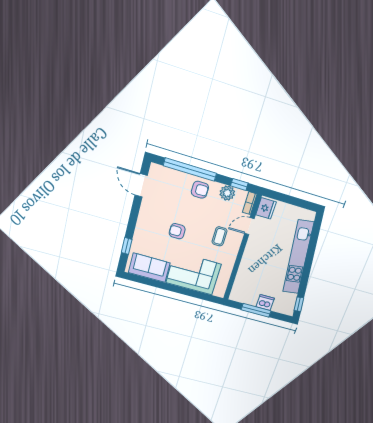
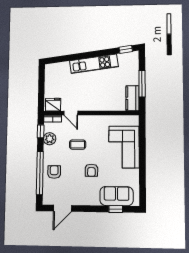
armchair: (200, 190) -> (54, 172), moved
coffee table: (219, 236) -> (78, 145), moved
kitchen unit: (298, 257) -> (94, 64), width x0.73
sofa: (149, 268) -> (117, 196), moved, turned 90
kitchen counter: (244, 297) -> (132, 98), added
dishwasher: (265, 303) -> (133, 78), removed

